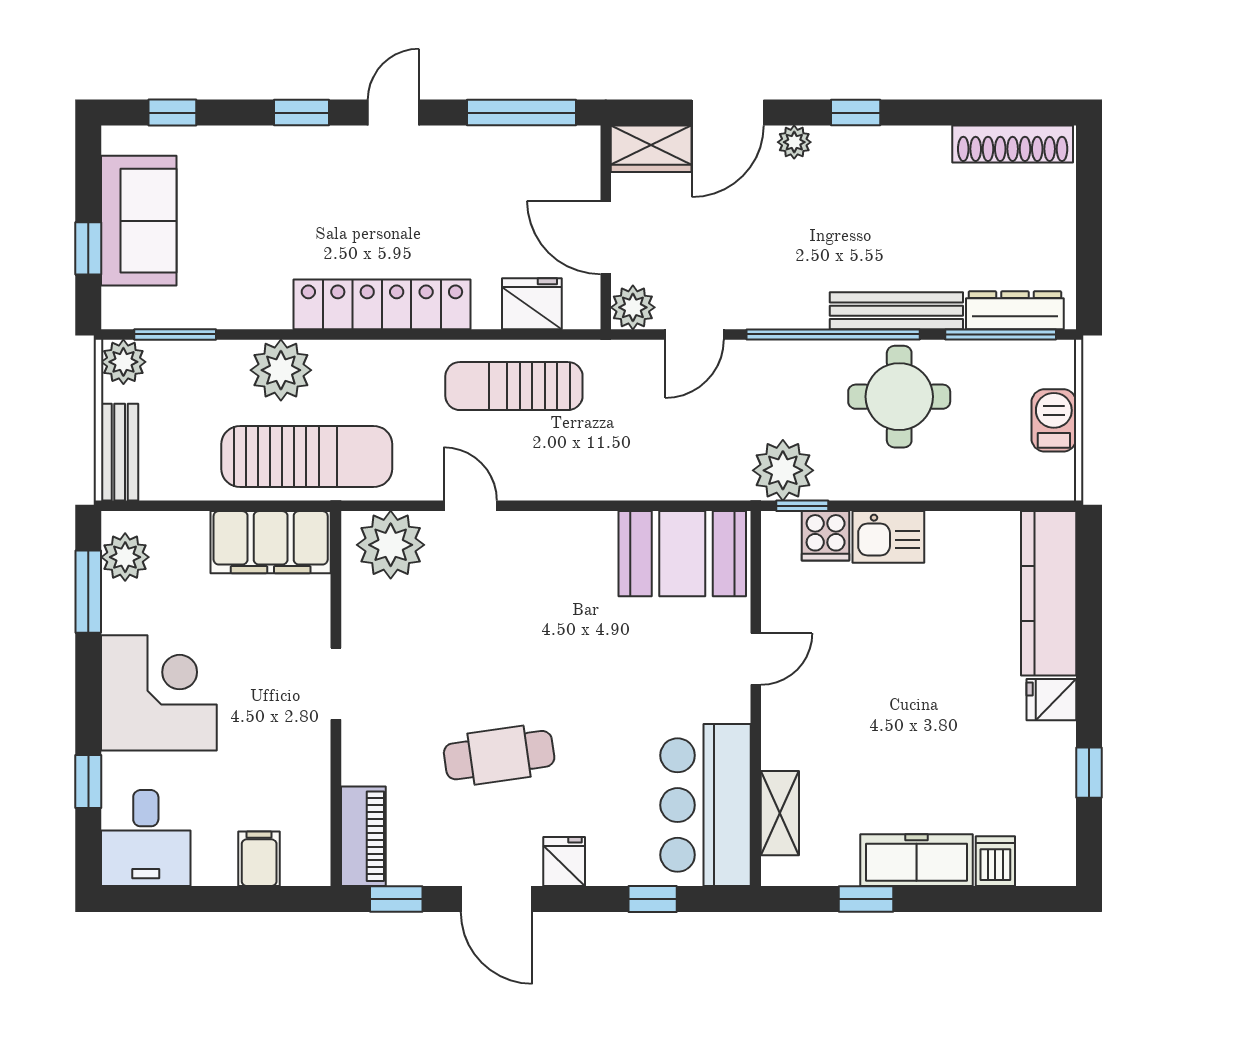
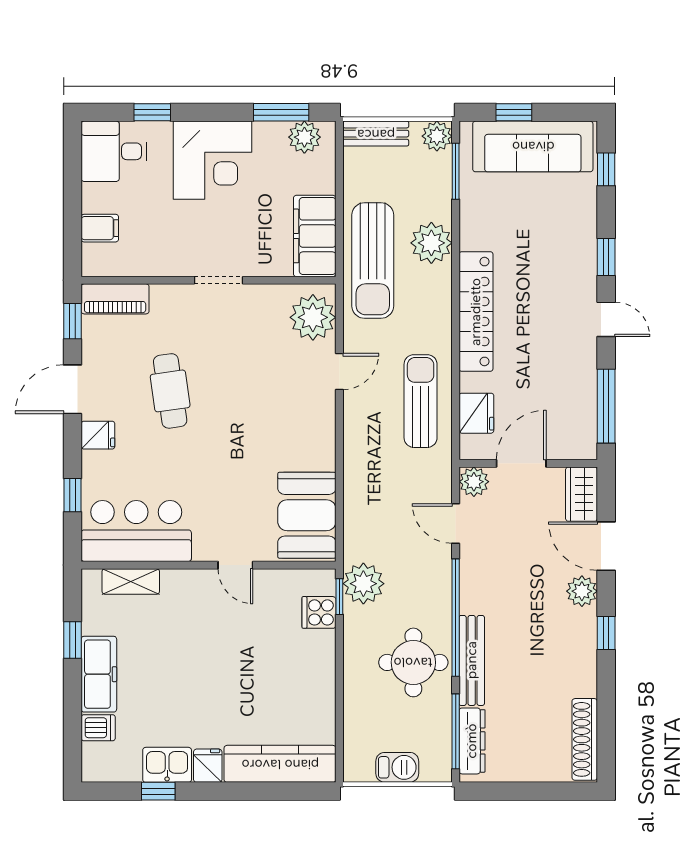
plant: (794, 142) -> (582, 591), width x1.38, depth x1.38
sofa: (139, 221) -> (533, 146), width x1.36
kitchen sink: (888, 537) -> (167, 765), moved, turned 90

